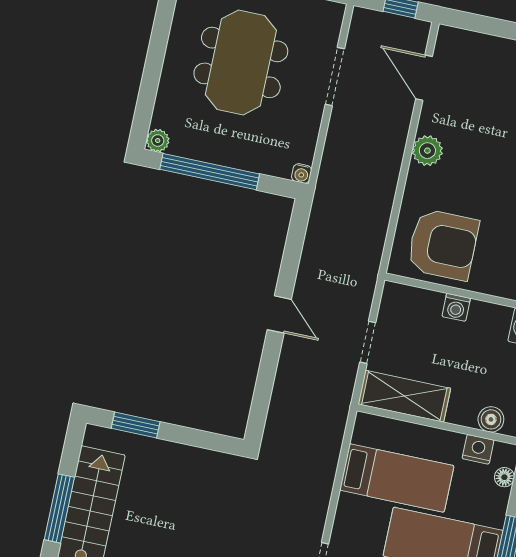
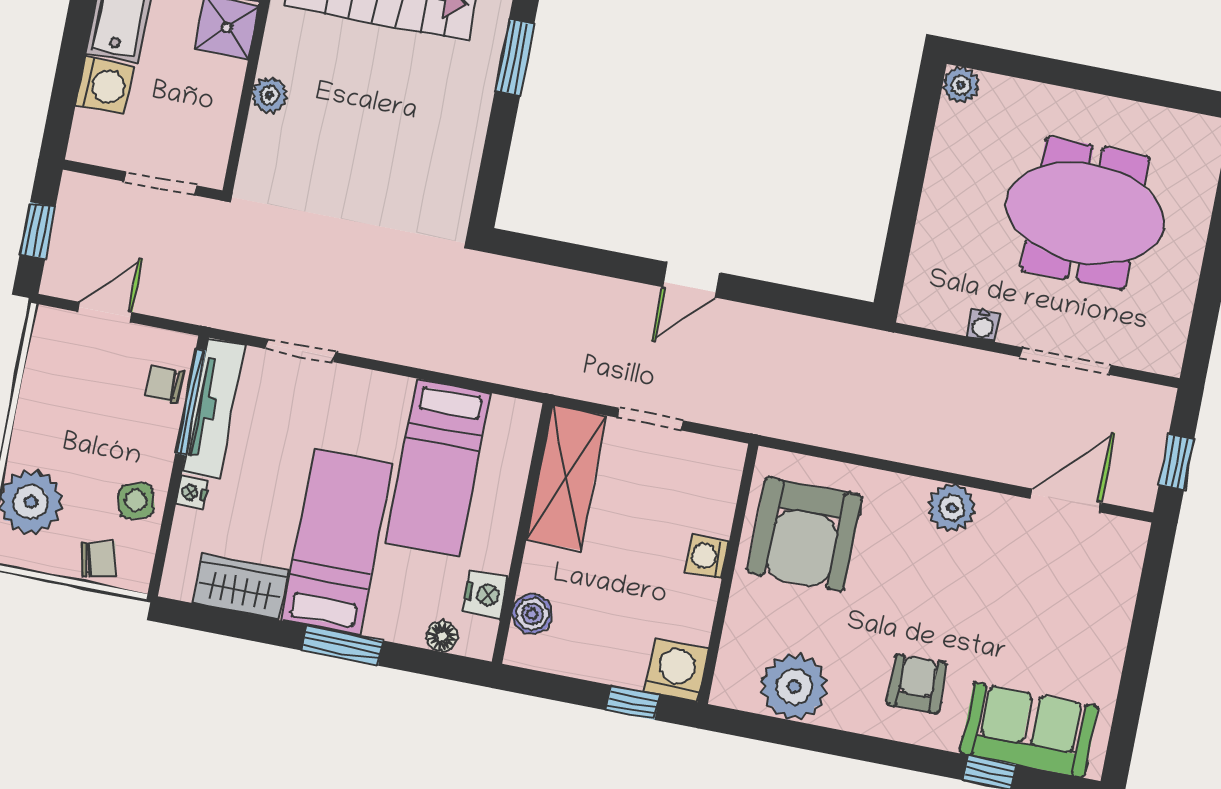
window: (210, 172) -> (913, 167), removed
water cooler: (302, 173) -> (983, 325), moved, turned -90

